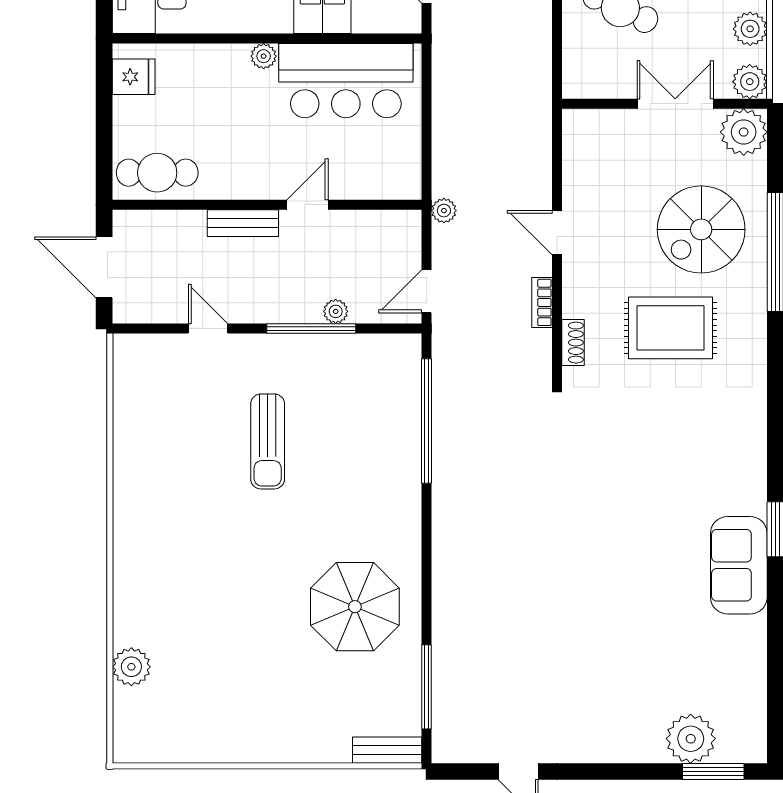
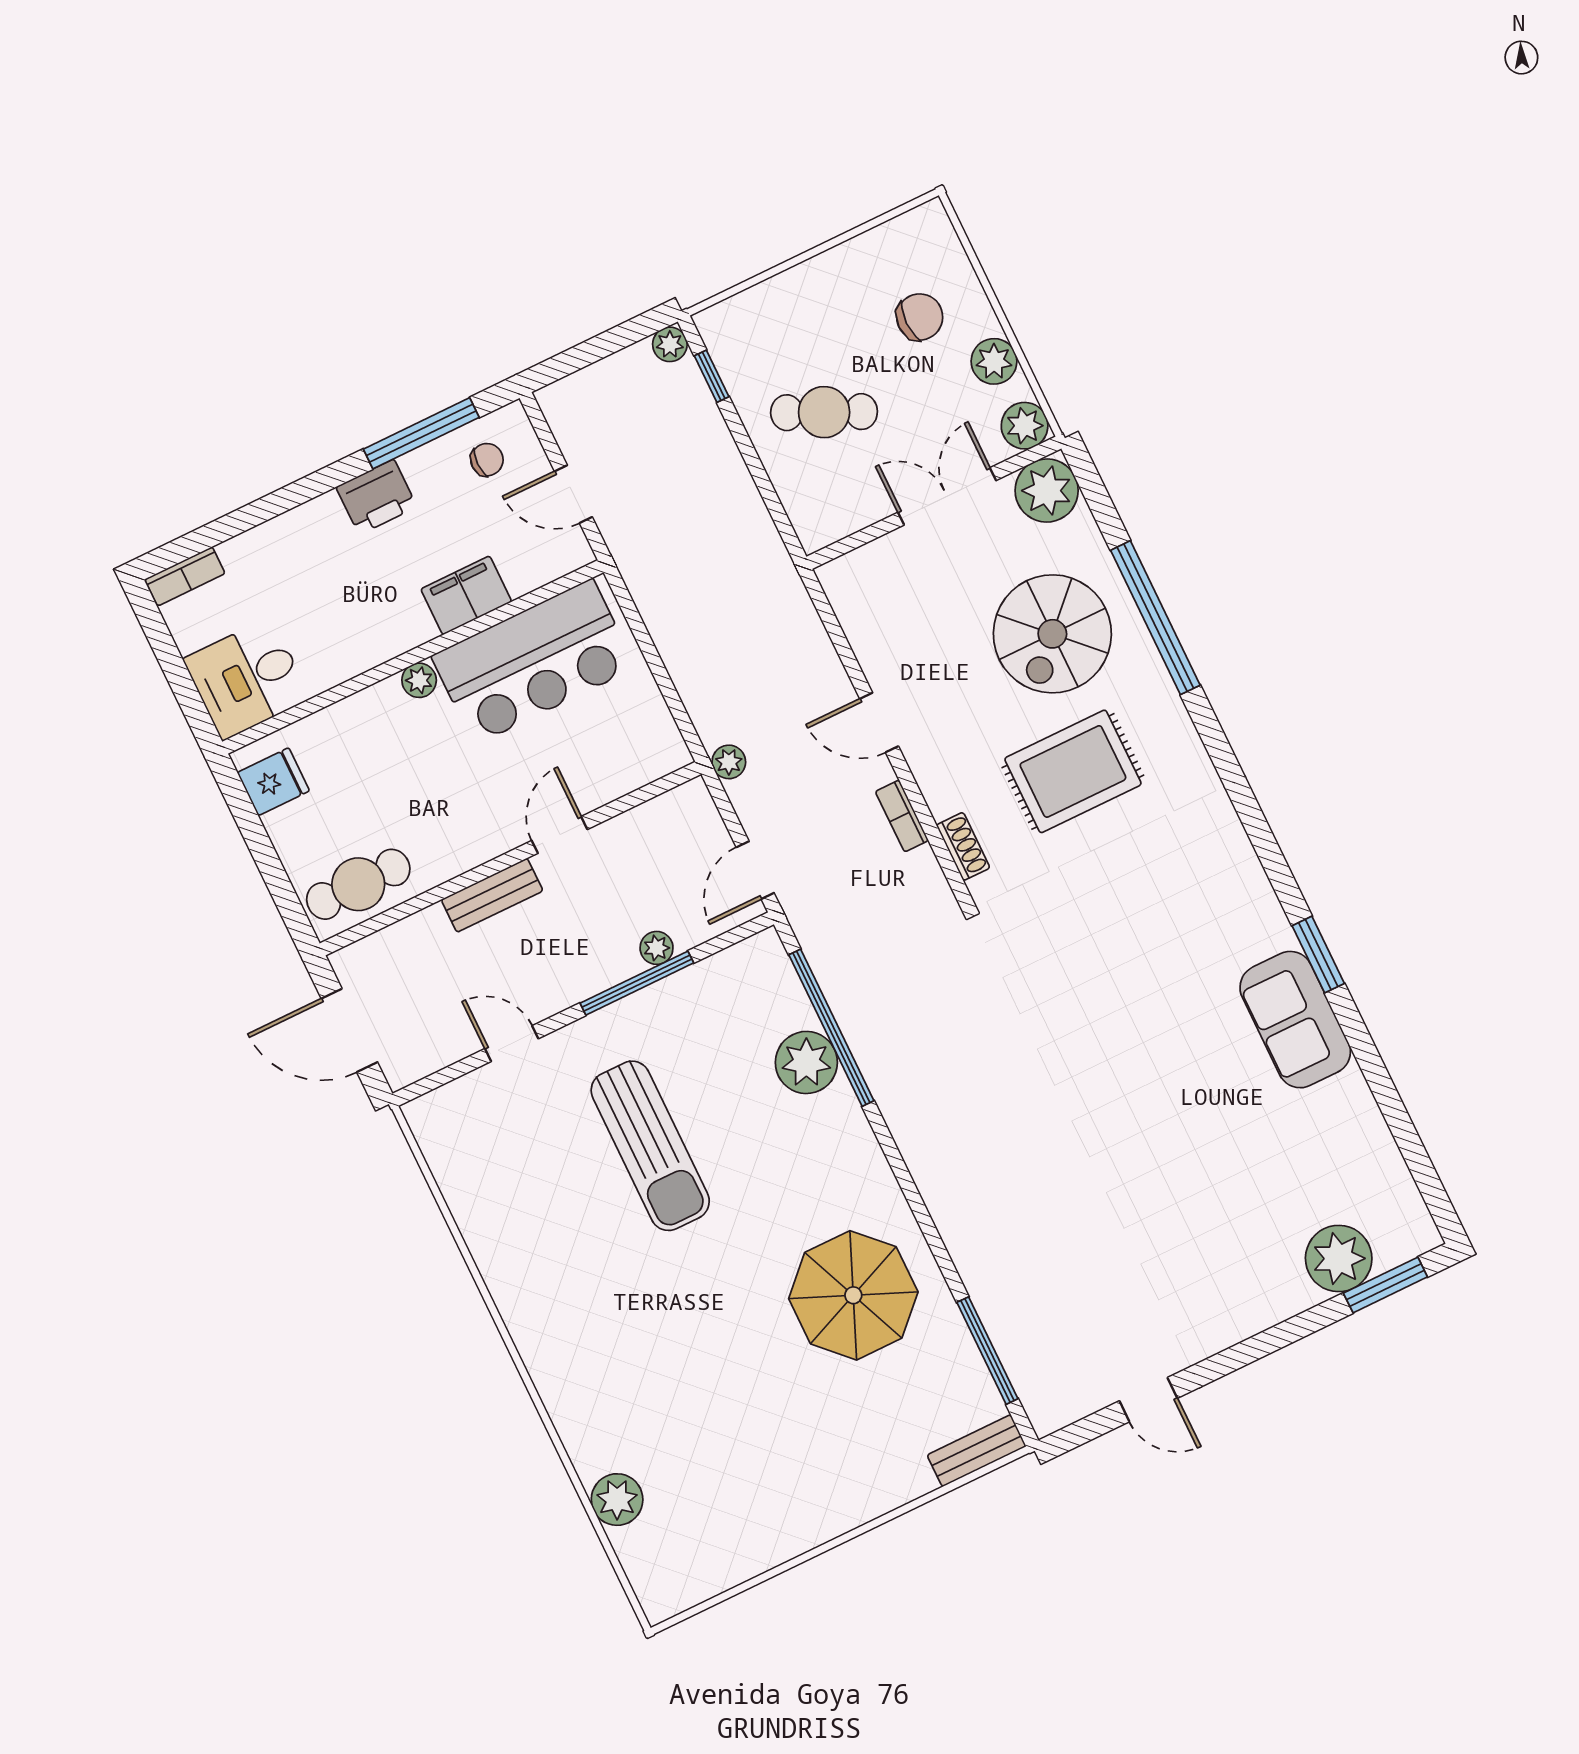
plant: (399, 436) -> (806, 1062), added
sun lounger: (268, 441) -> (650, 1146), width x1.36, depth x1.34

